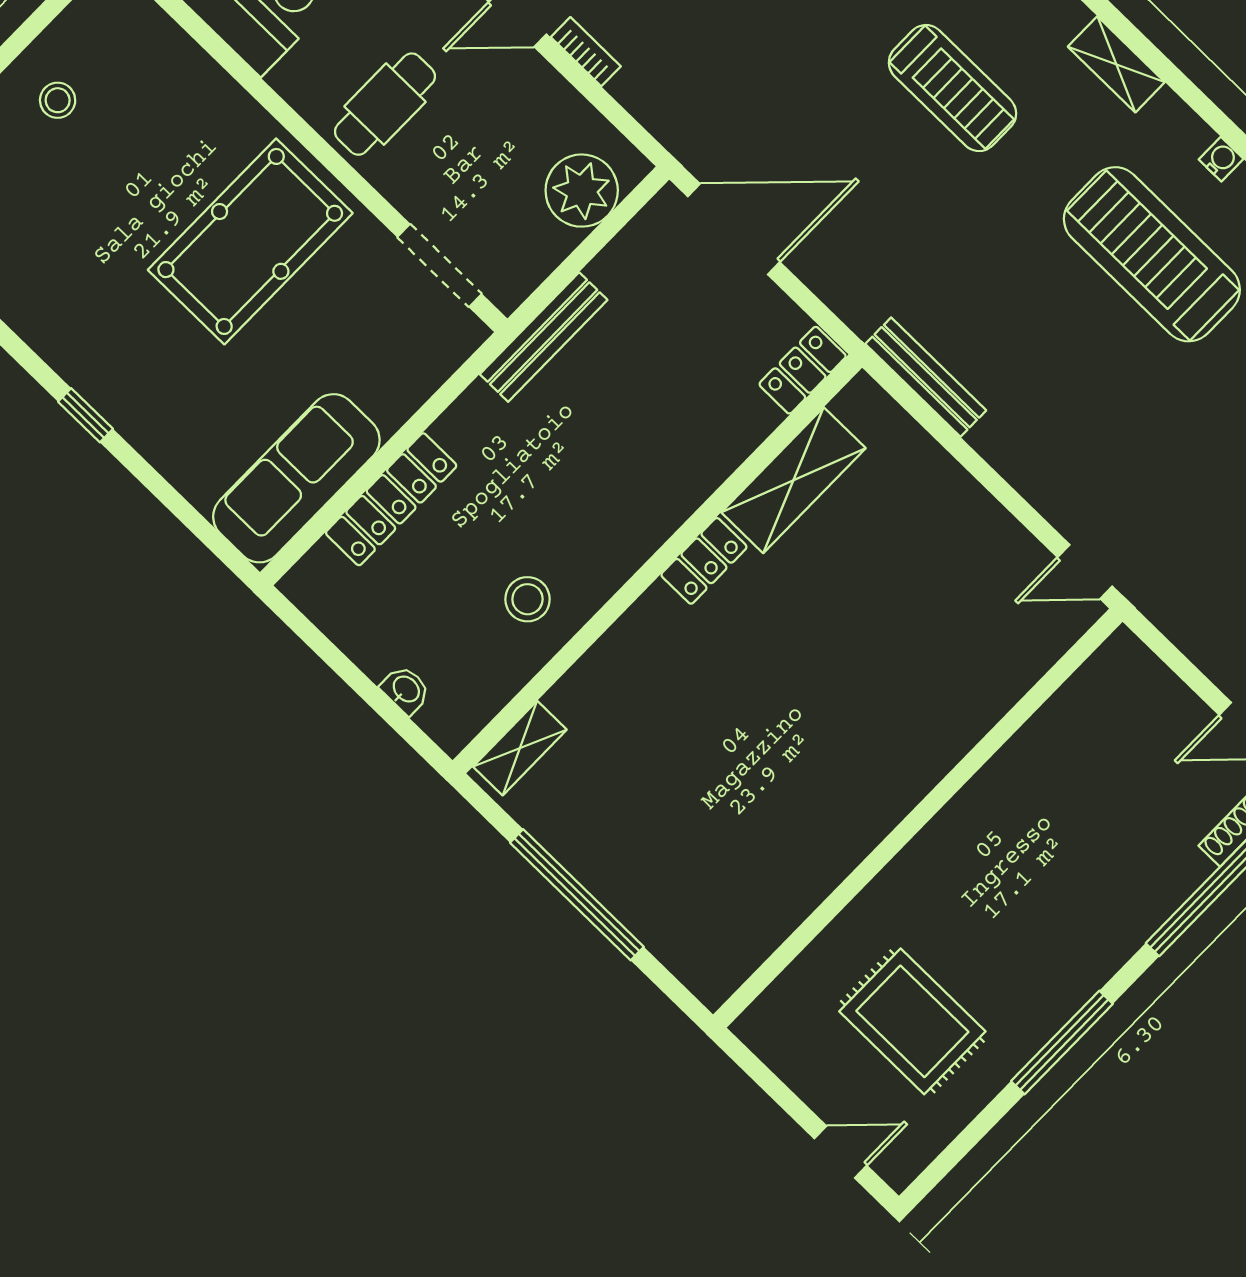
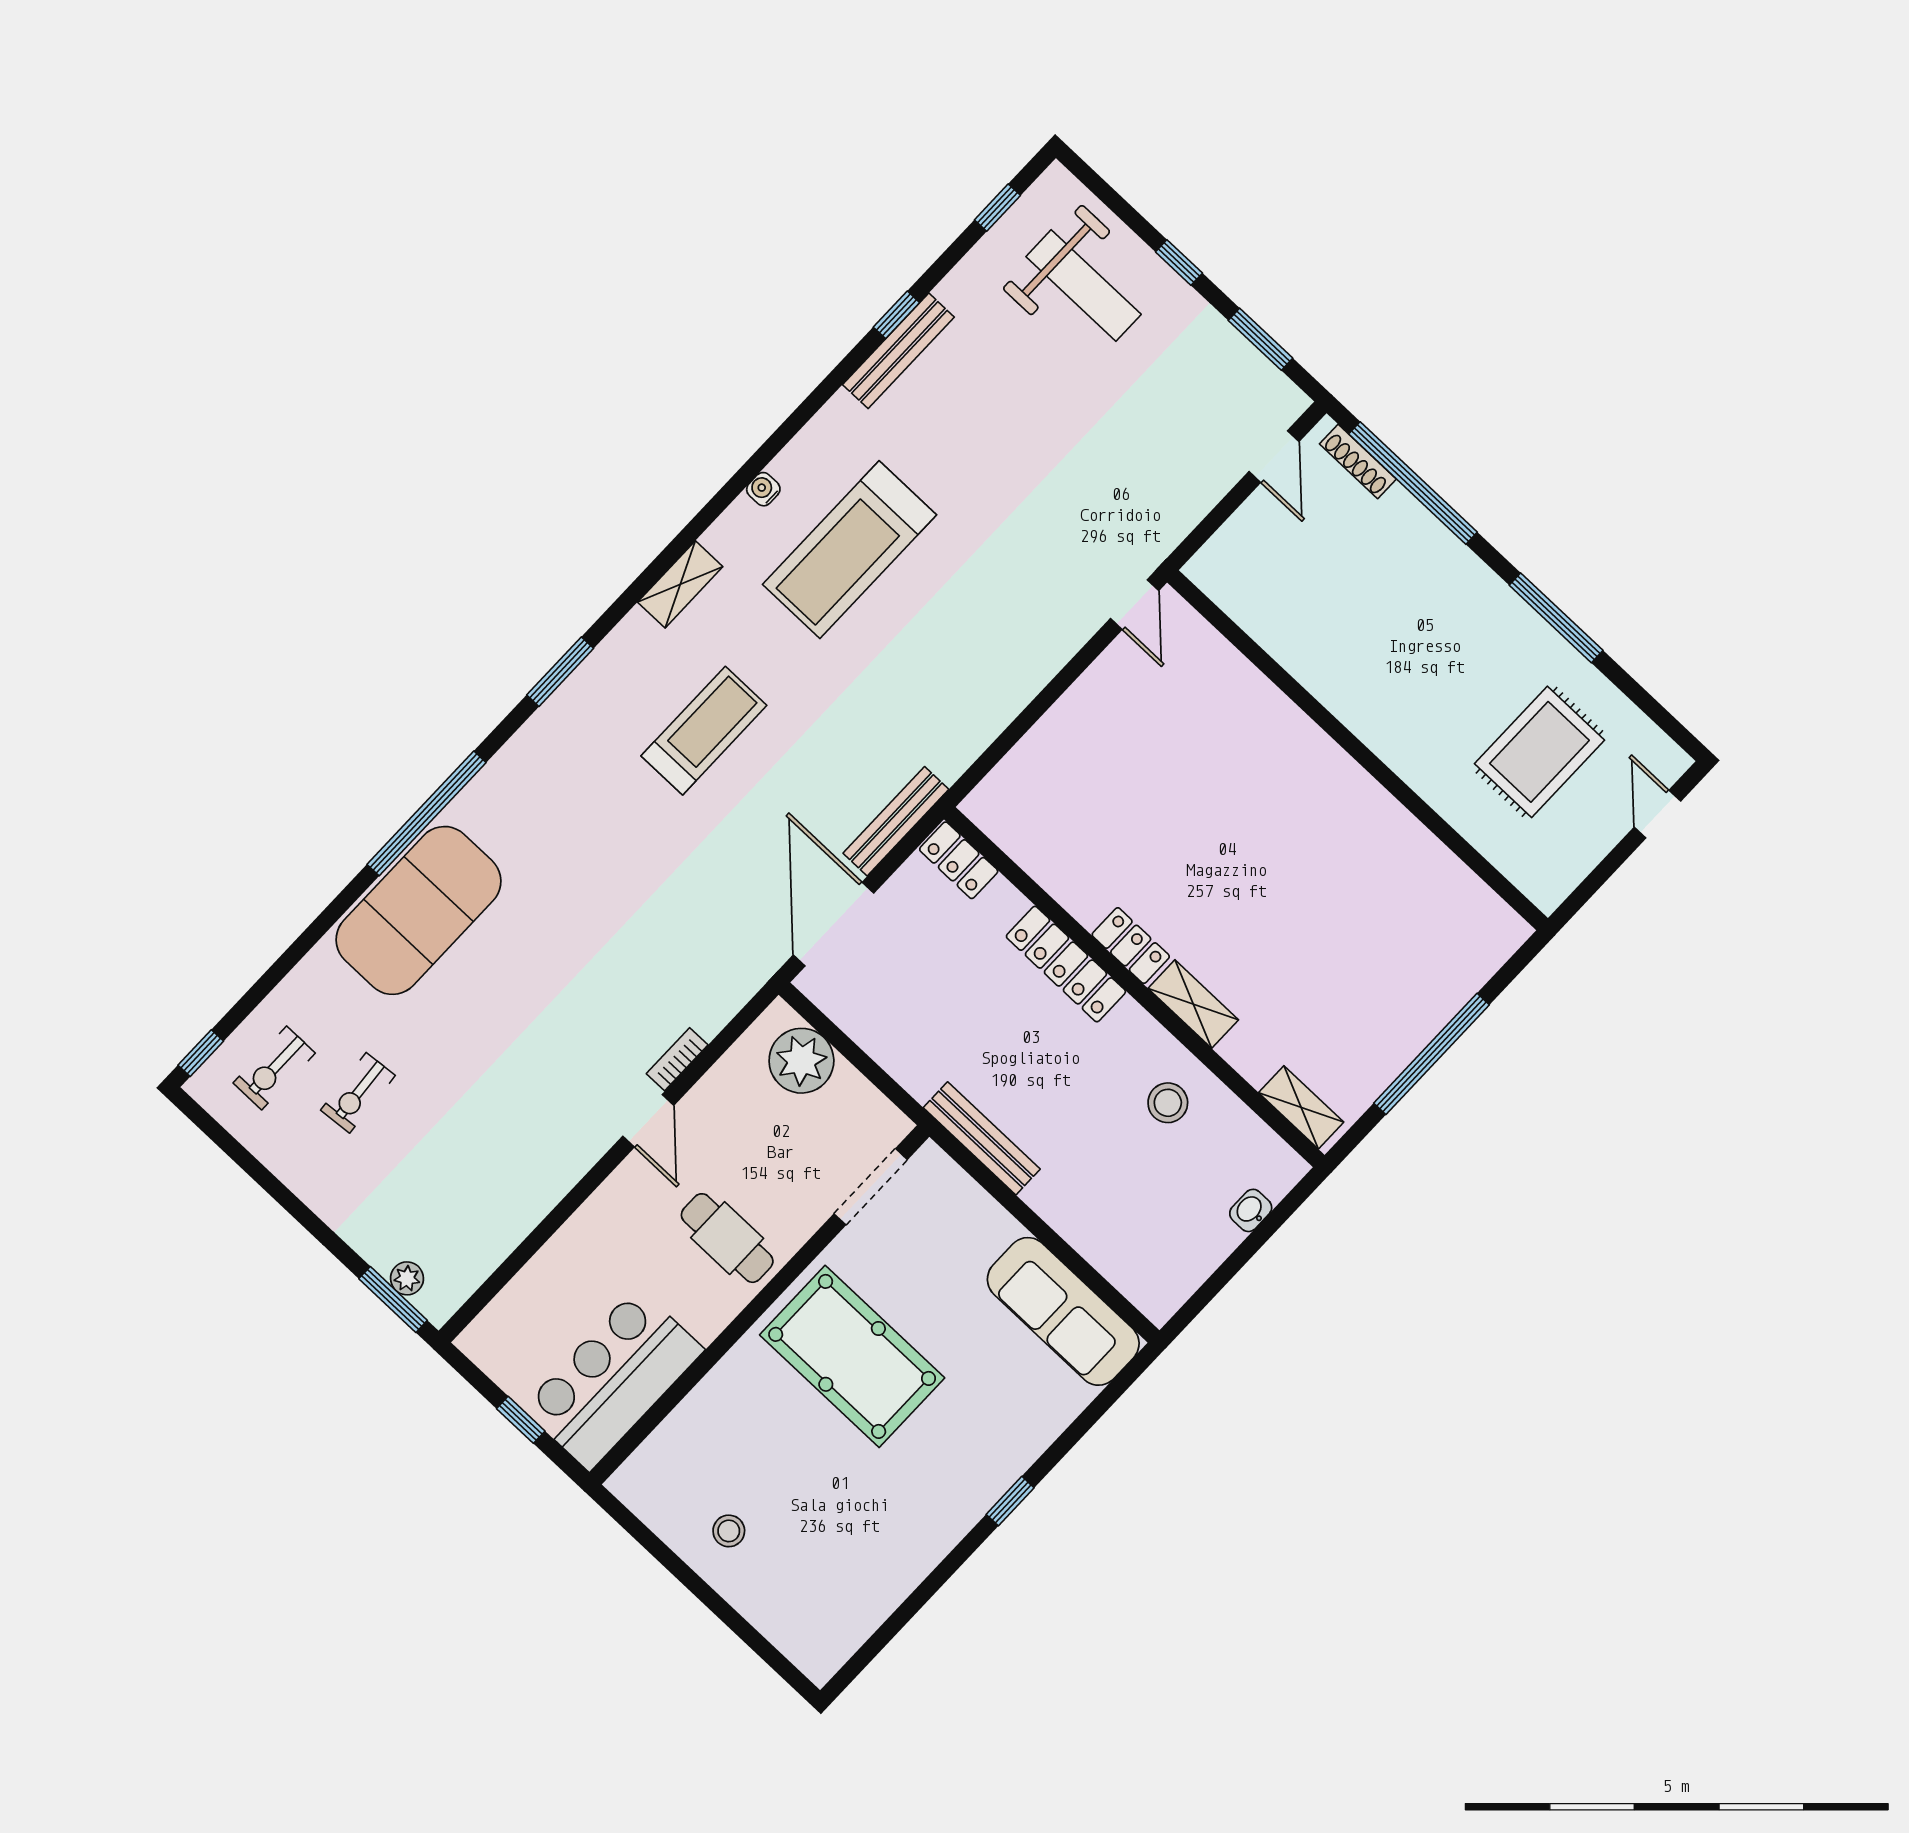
bench: (544, 337) -> (982, 1138), moved
bench: (926, 377) -> (896, 821), moved
shelving: (793, 480) -> (1193, 1004), moved, width x0.67, depth x0.75
locker: (391, 499) -> (1066, 964), moved, turned 180

